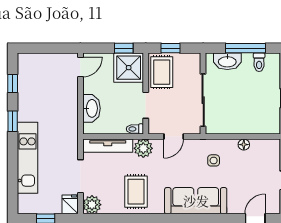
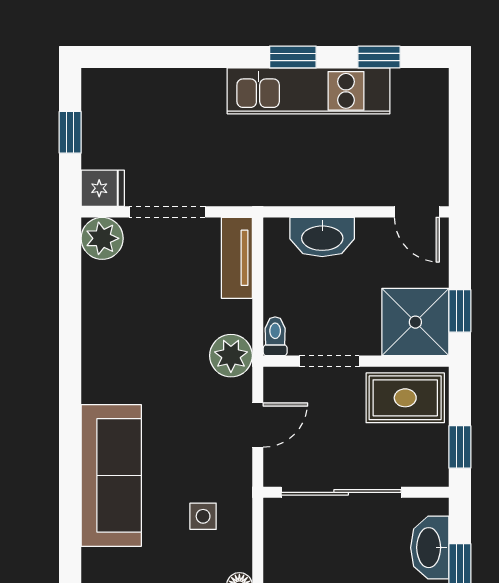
window: (170, 48) -> (460, 447), moved
door: (174, 137) -> (258, 425), swing flipped
tv unit: (108, 146) -> (237, 258), width x0.71
kitchen unit: (27, 158) -> (309, 91), moved
rug: (136, 192) -> (132, 339), removed

